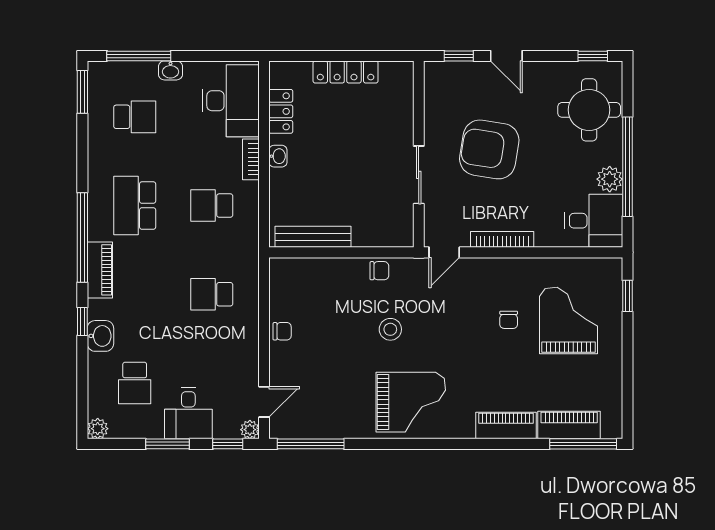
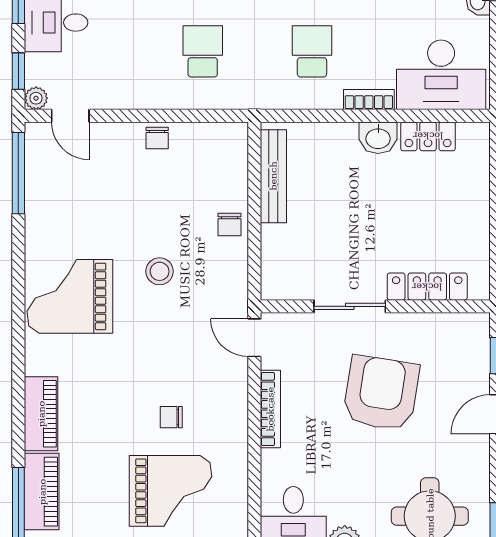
locker: (346, 72) -> (427, 287), moved, turned 90
washbasin: (278, 156) -> (378, 138), width x1.38, depth x1.45
chair: (379, 271) -> (229, 225), moved
grand piano: (411, 402) -> (70, 296), turned 90

